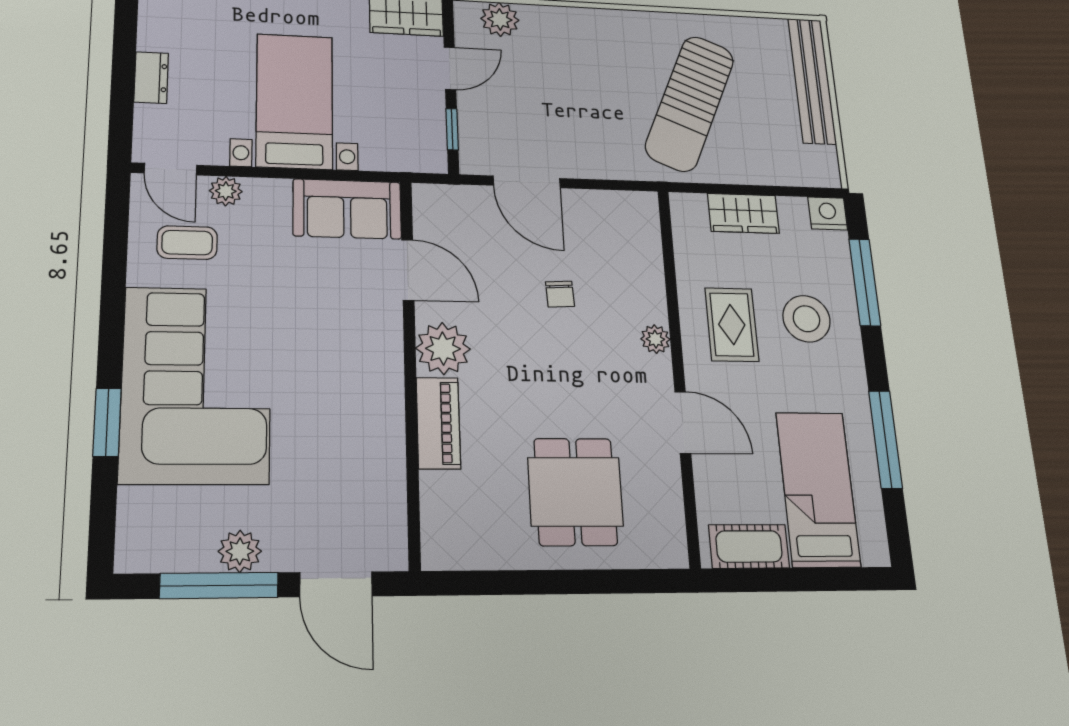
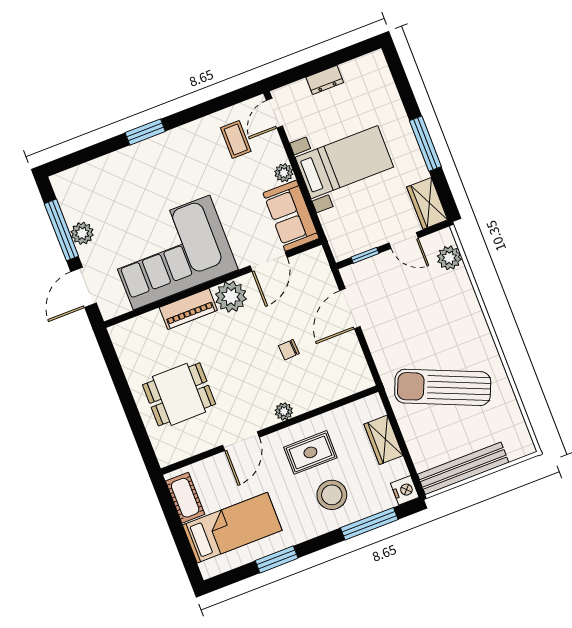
bench: (812, 81) -> (463, 468), moved
plant: (226, 191) -> (284, 173), moved
corner sofa: (196, 385) -> (171, 253), moved, turned 180
window: (107, 422) -> (145, 132), moved
window: (885, 439) -> (277, 559), width x0.69

